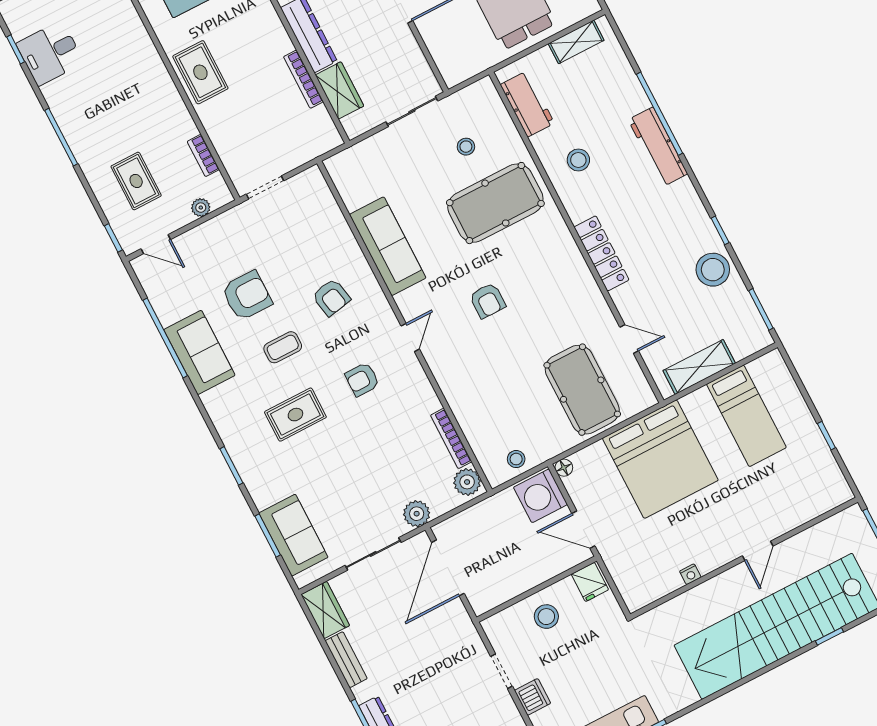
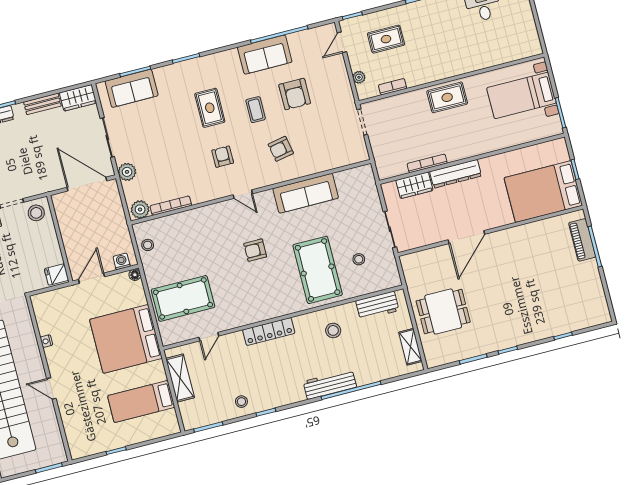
stool: (713, 270) -> (241, 402), width x0.53, depth x0.53
washing machine: (540, 496) -> (122, 261), width x0.53, depth x0.53
stool: (546, 617) -> (36, 213), moved

